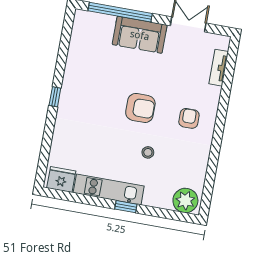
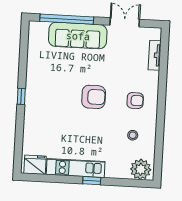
sofa: (140, 35) -> (78, 36), width x1.36
armchair: (189, 118) -> (135, 101), turned 90
stool: (148, 152) -> (133, 135), moved

